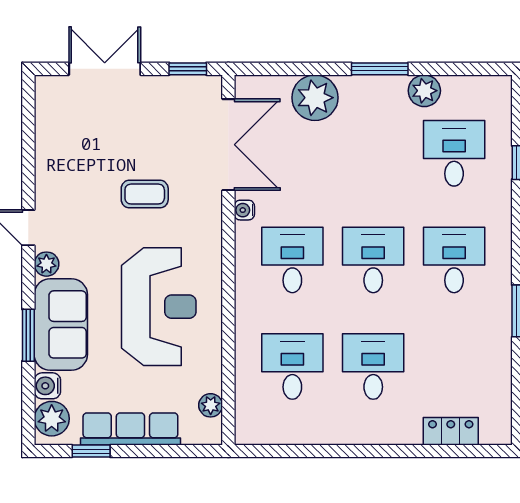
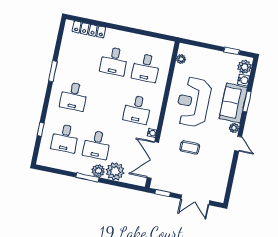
plant: (424, 91) -> (98, 171), moved
desk: (373, 260) -> (97, 145), moved
row of seats: (130, 429) -> (214, 56), removed
locker: (451, 431) -> (89, 29), width x1.53

